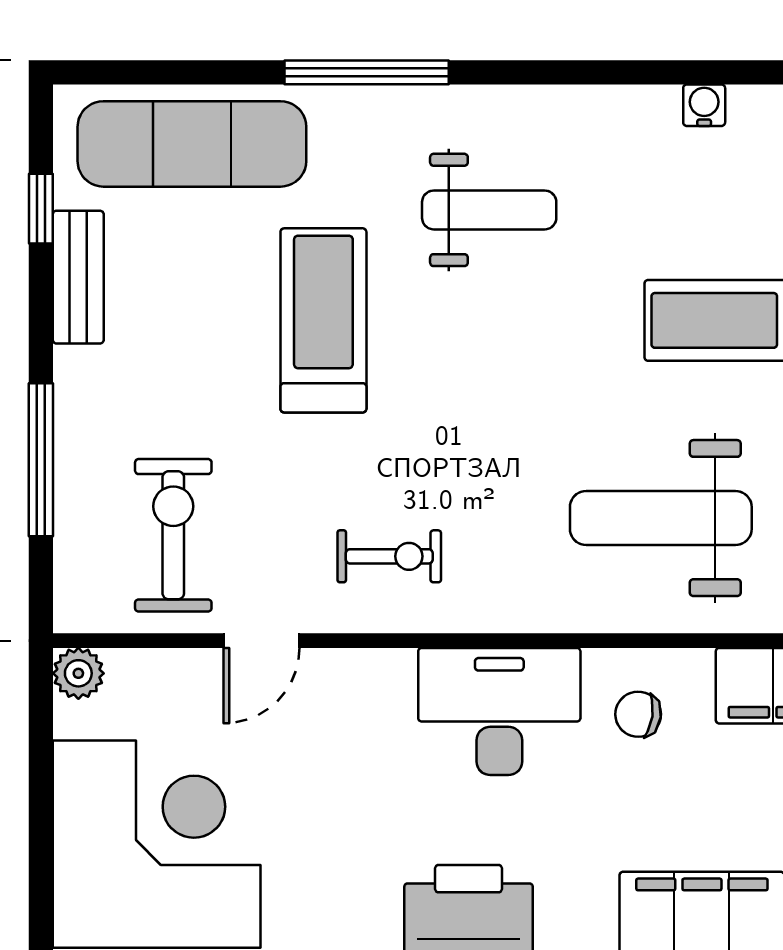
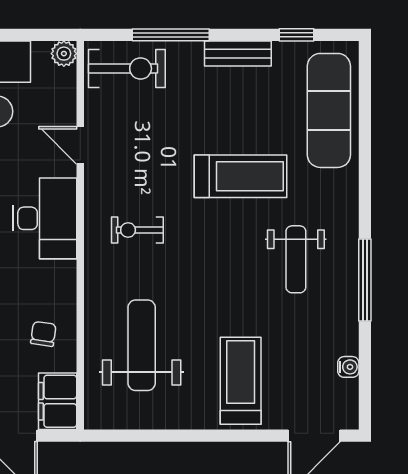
window: (367, 72) -> (365, 280), moved
bench: (78, 277) -> (238, 54), moved
exercise bike: (173, 535) -> (127, 69), moved
exercise bike: (389, 556) -> (137, 230), moved, turned 90
desk: (499, 711) -> (45, 218), moved

